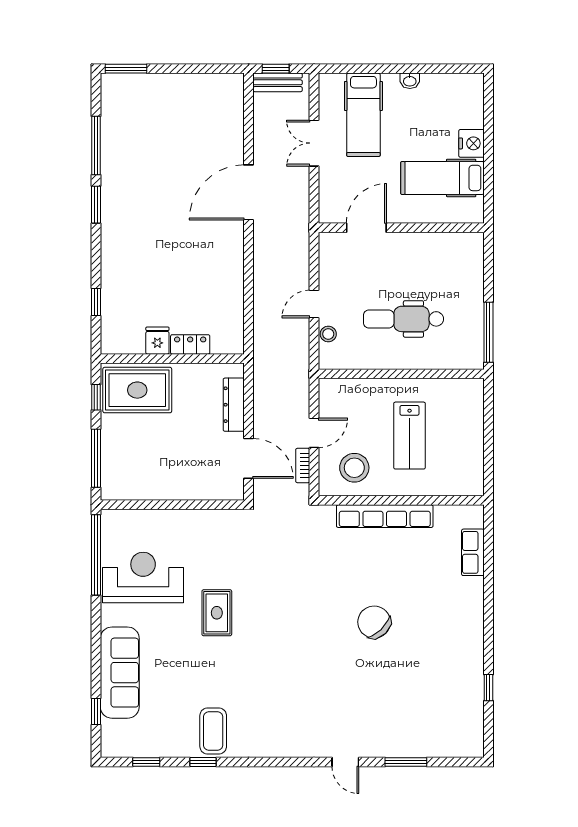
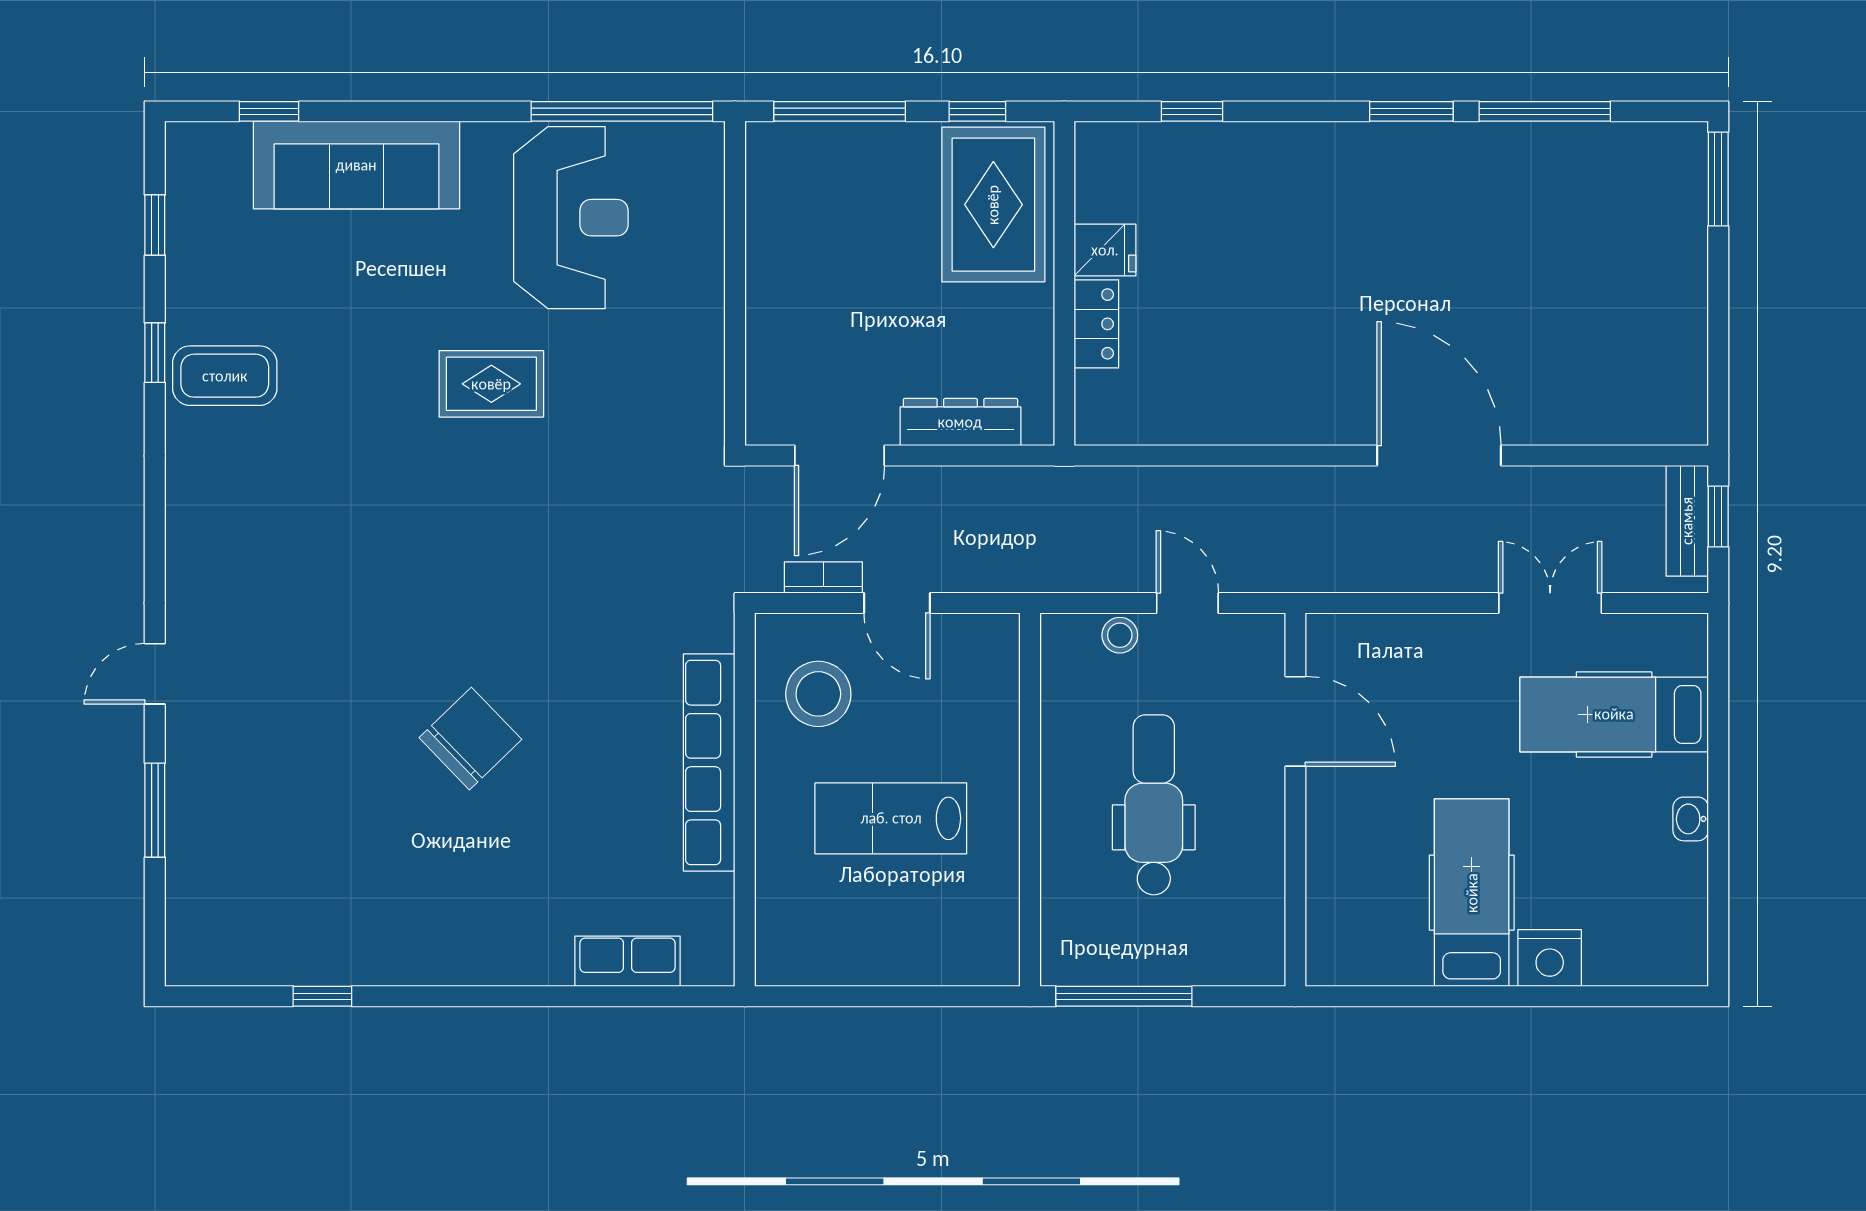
door: (366, 228) -> (1295, 721), moved
wall: (401, 228) -> (1295, 800), moved

